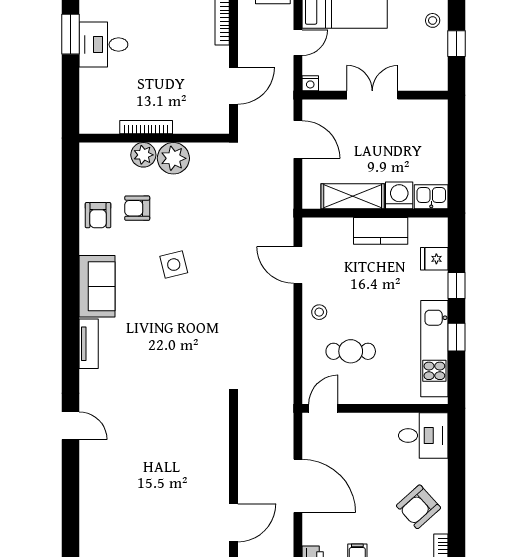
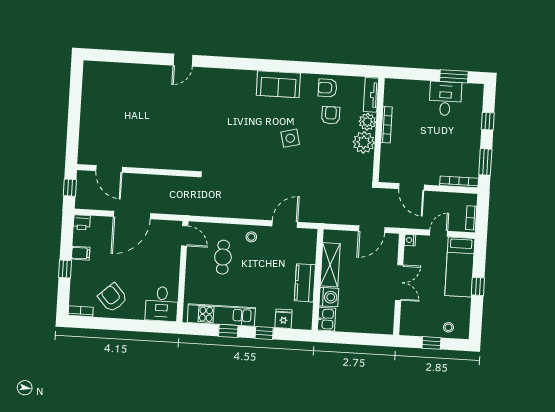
door: (298, 43) -> (439, 233), swing flipped
tv unit: (89, 344) -> (371, 95), moved, turned 90

